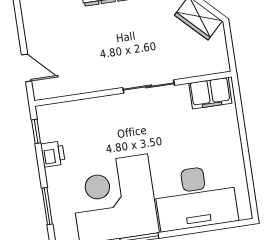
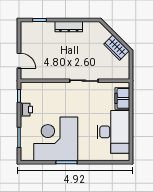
filing cabinet: (210, 93) -> (122, 98), moved, turned 90
desk: (196, 198) -> (114, 132), moved, turned -90

